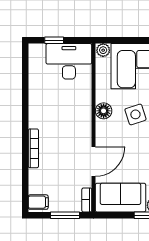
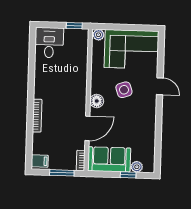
window: (54, 40) -> (74, 26), moved
desk: (69, 61) -> (49, 43), moved, width x0.73
floor lamp: (104, 111) -> (97, 101), moved

